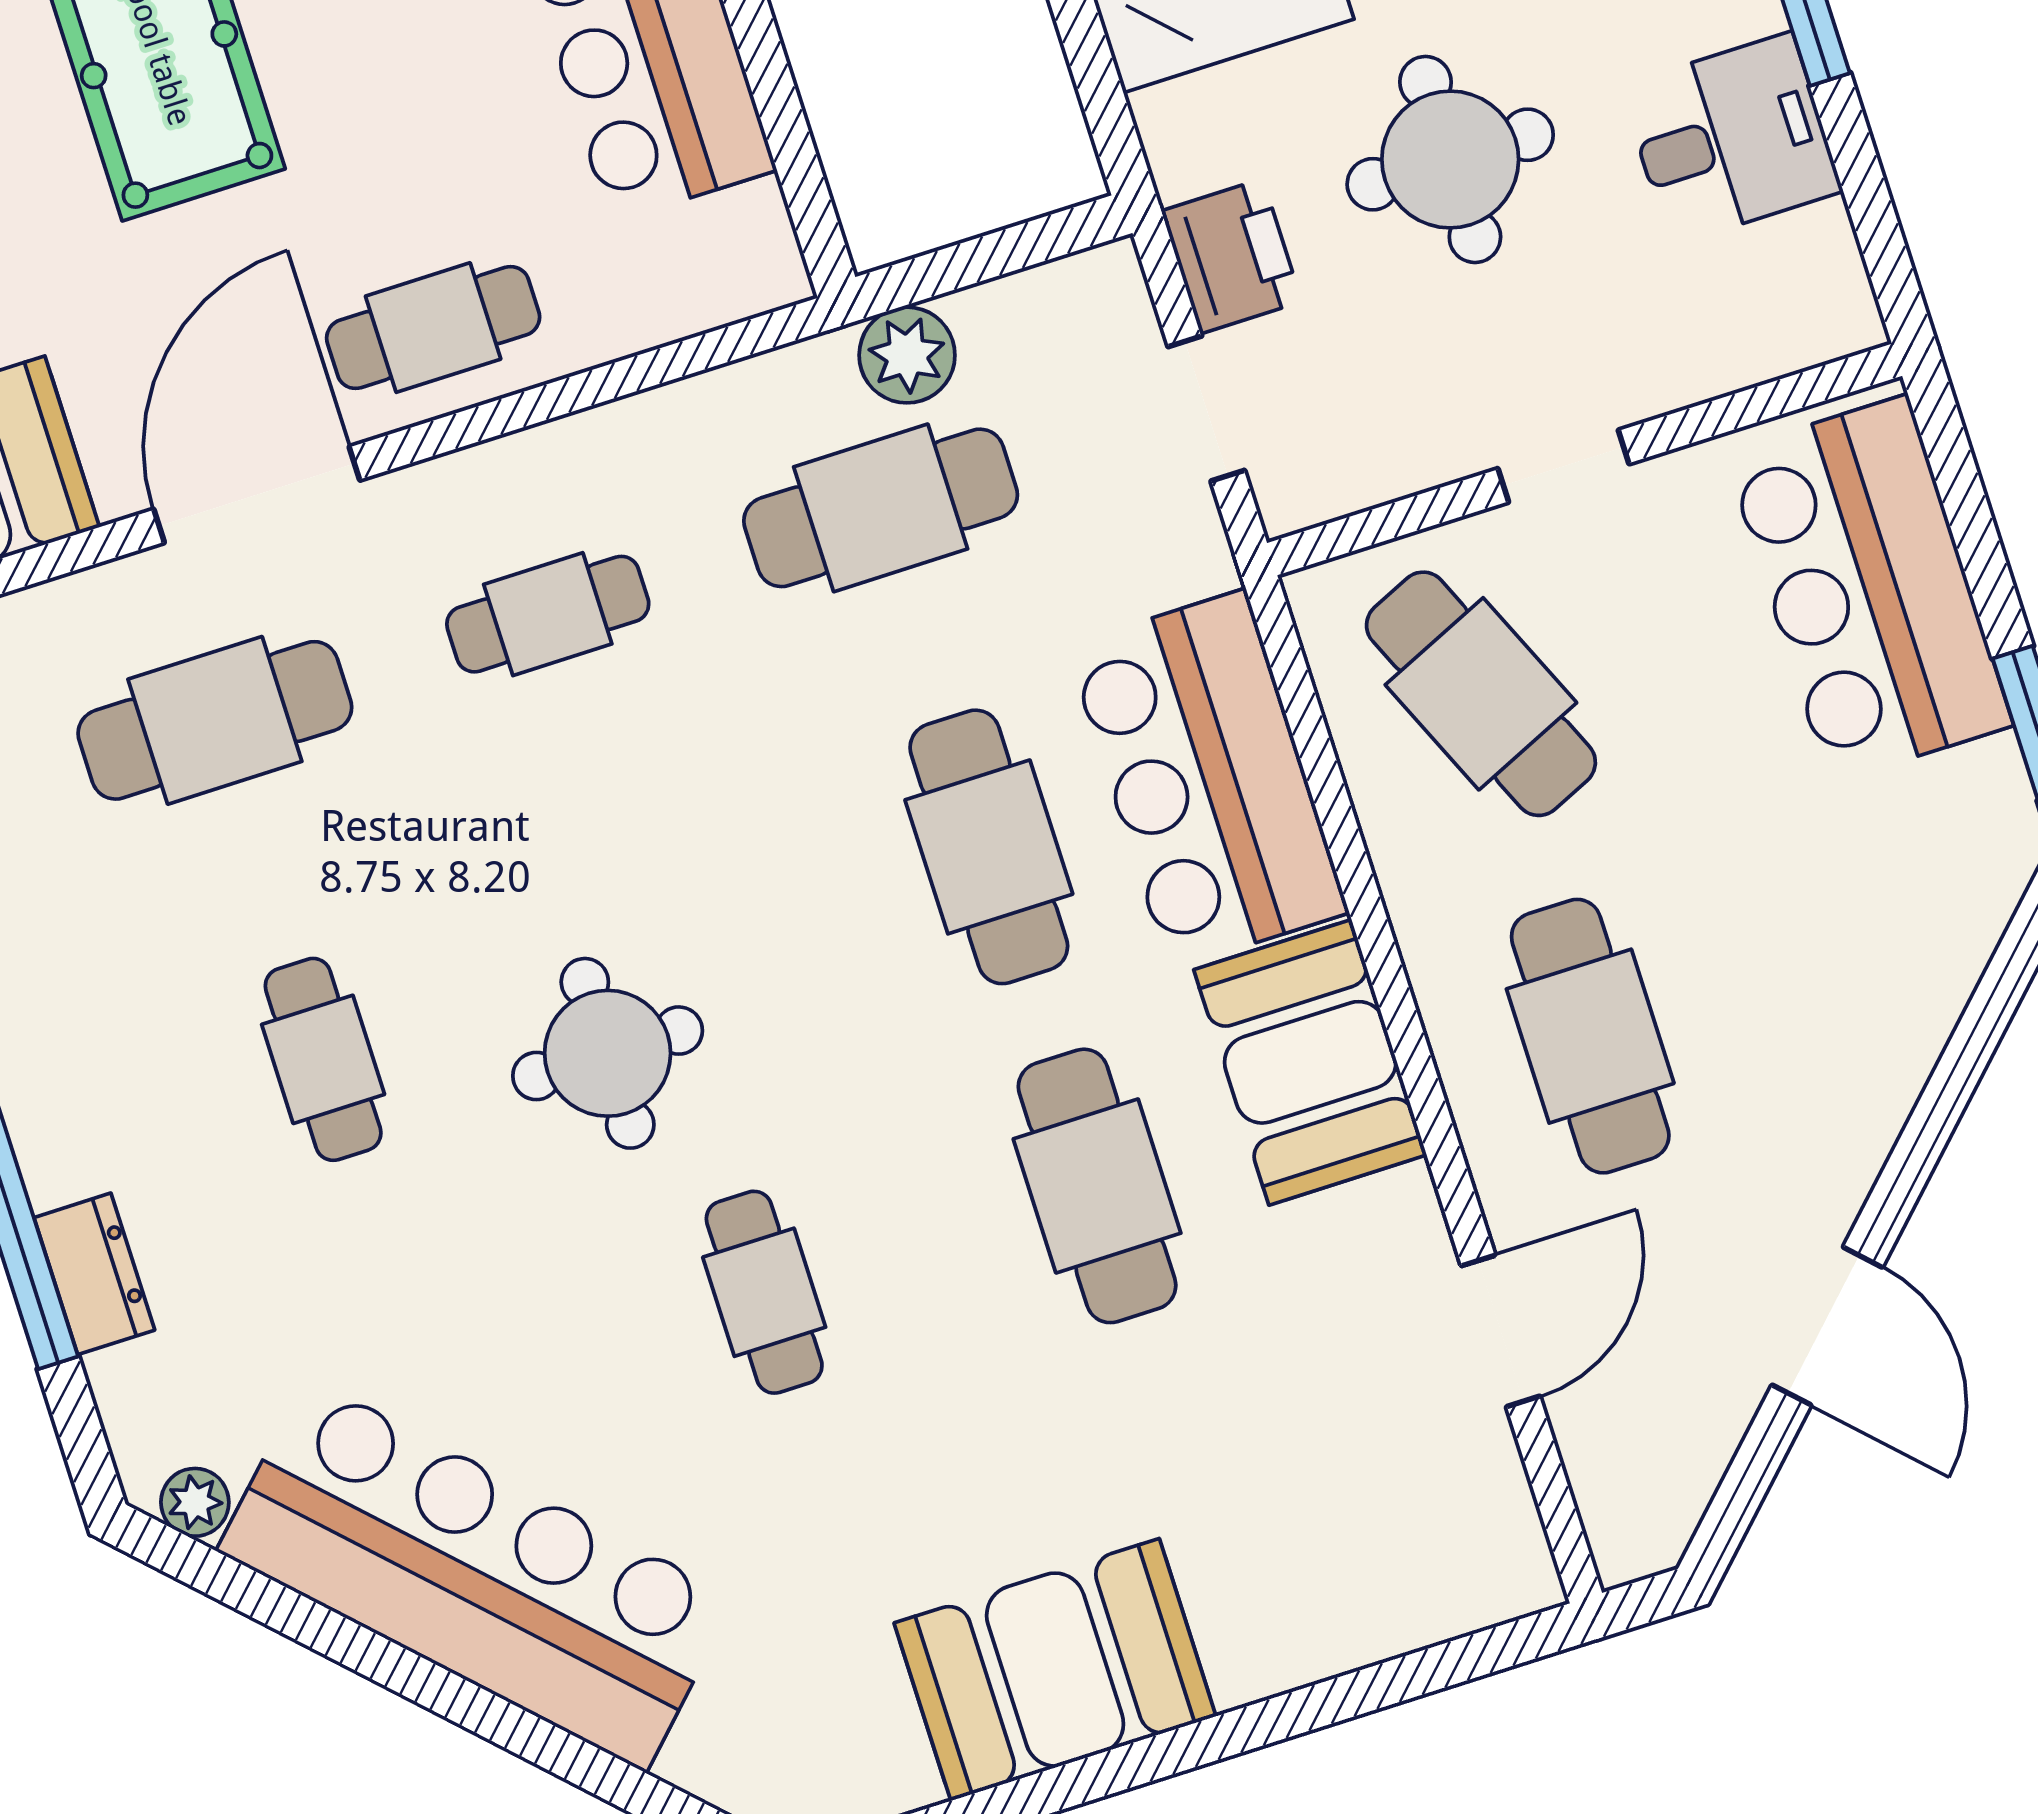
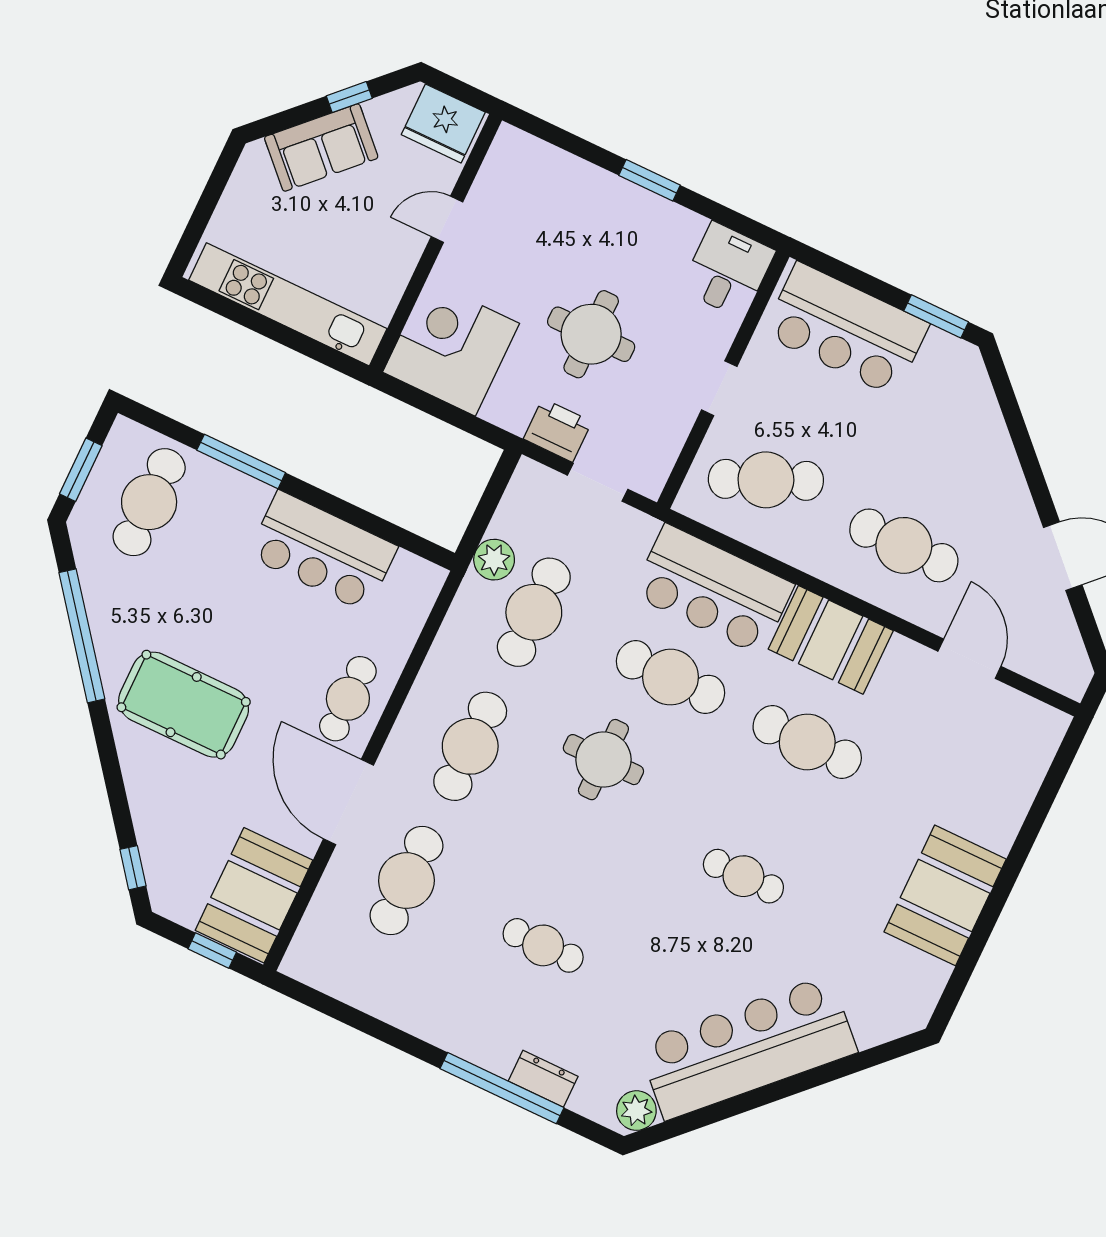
desk: (1731, 139) -> (728, 270), moved
cafe table: (548, 614) -> (470, 746), width x1.37, depth x1.35
round table: (608, 1053) -> (603, 760), moved
plant: (195, 1502) -> (636, 1111), width x1.38, depth x1.38

